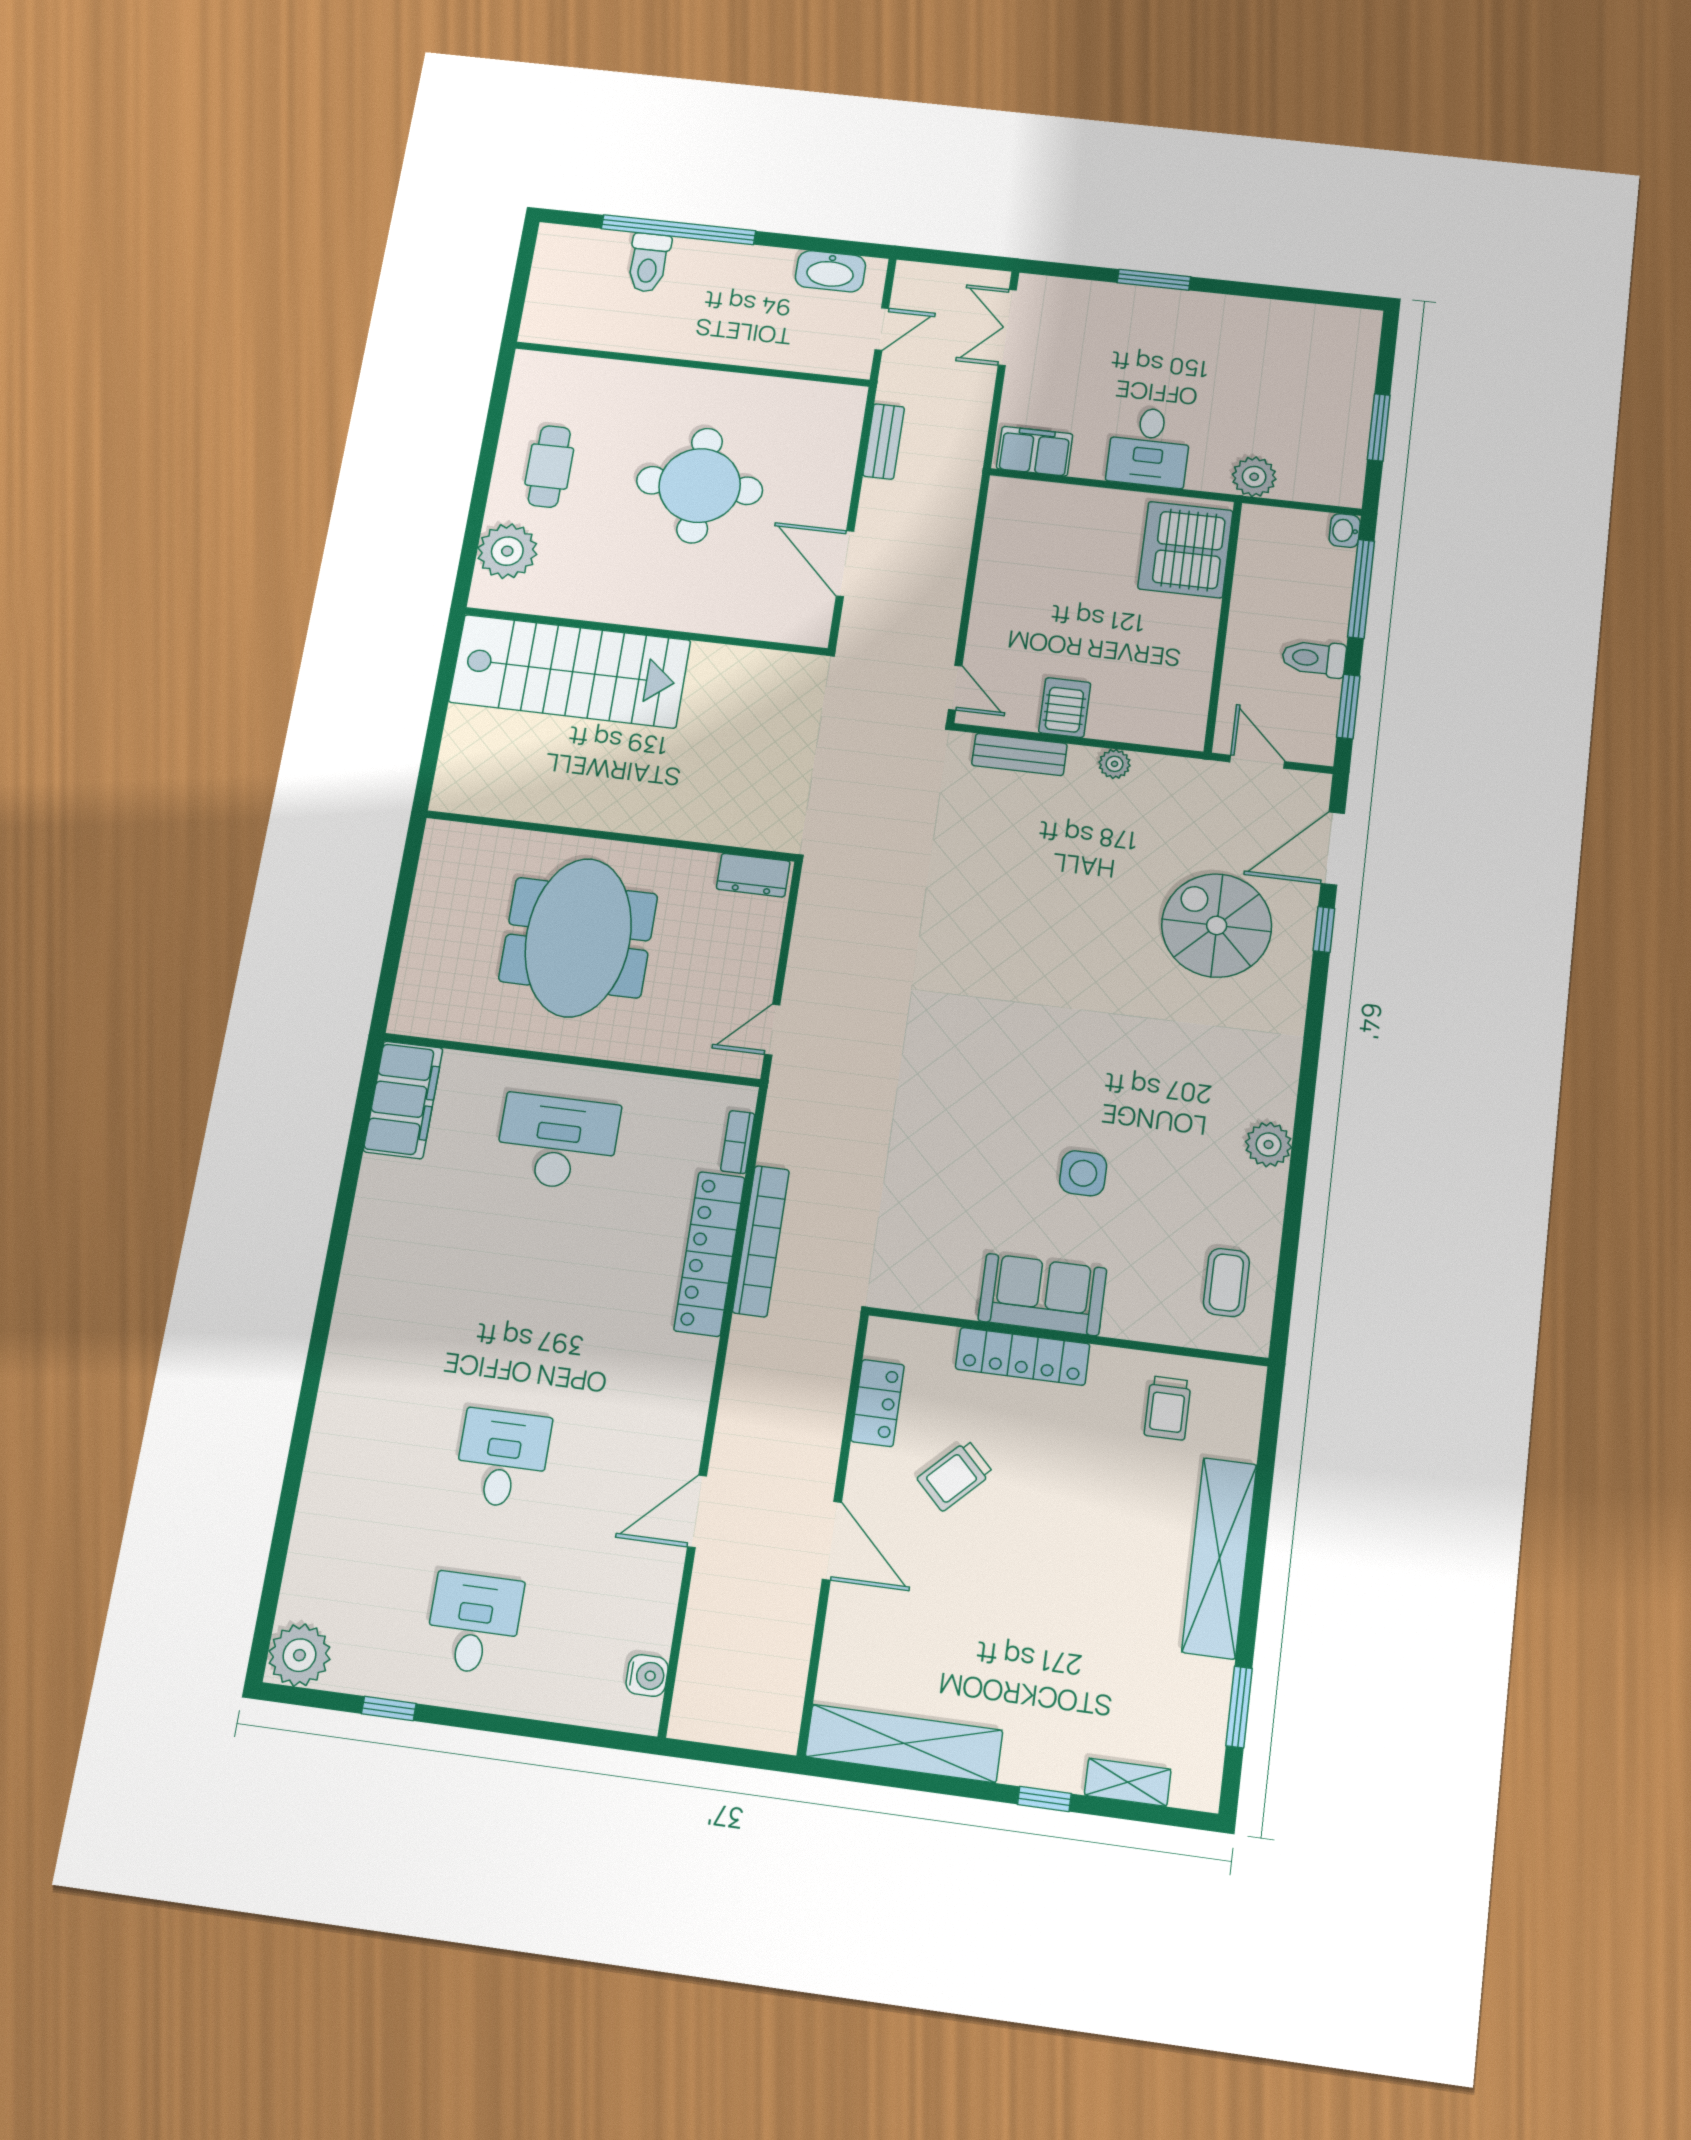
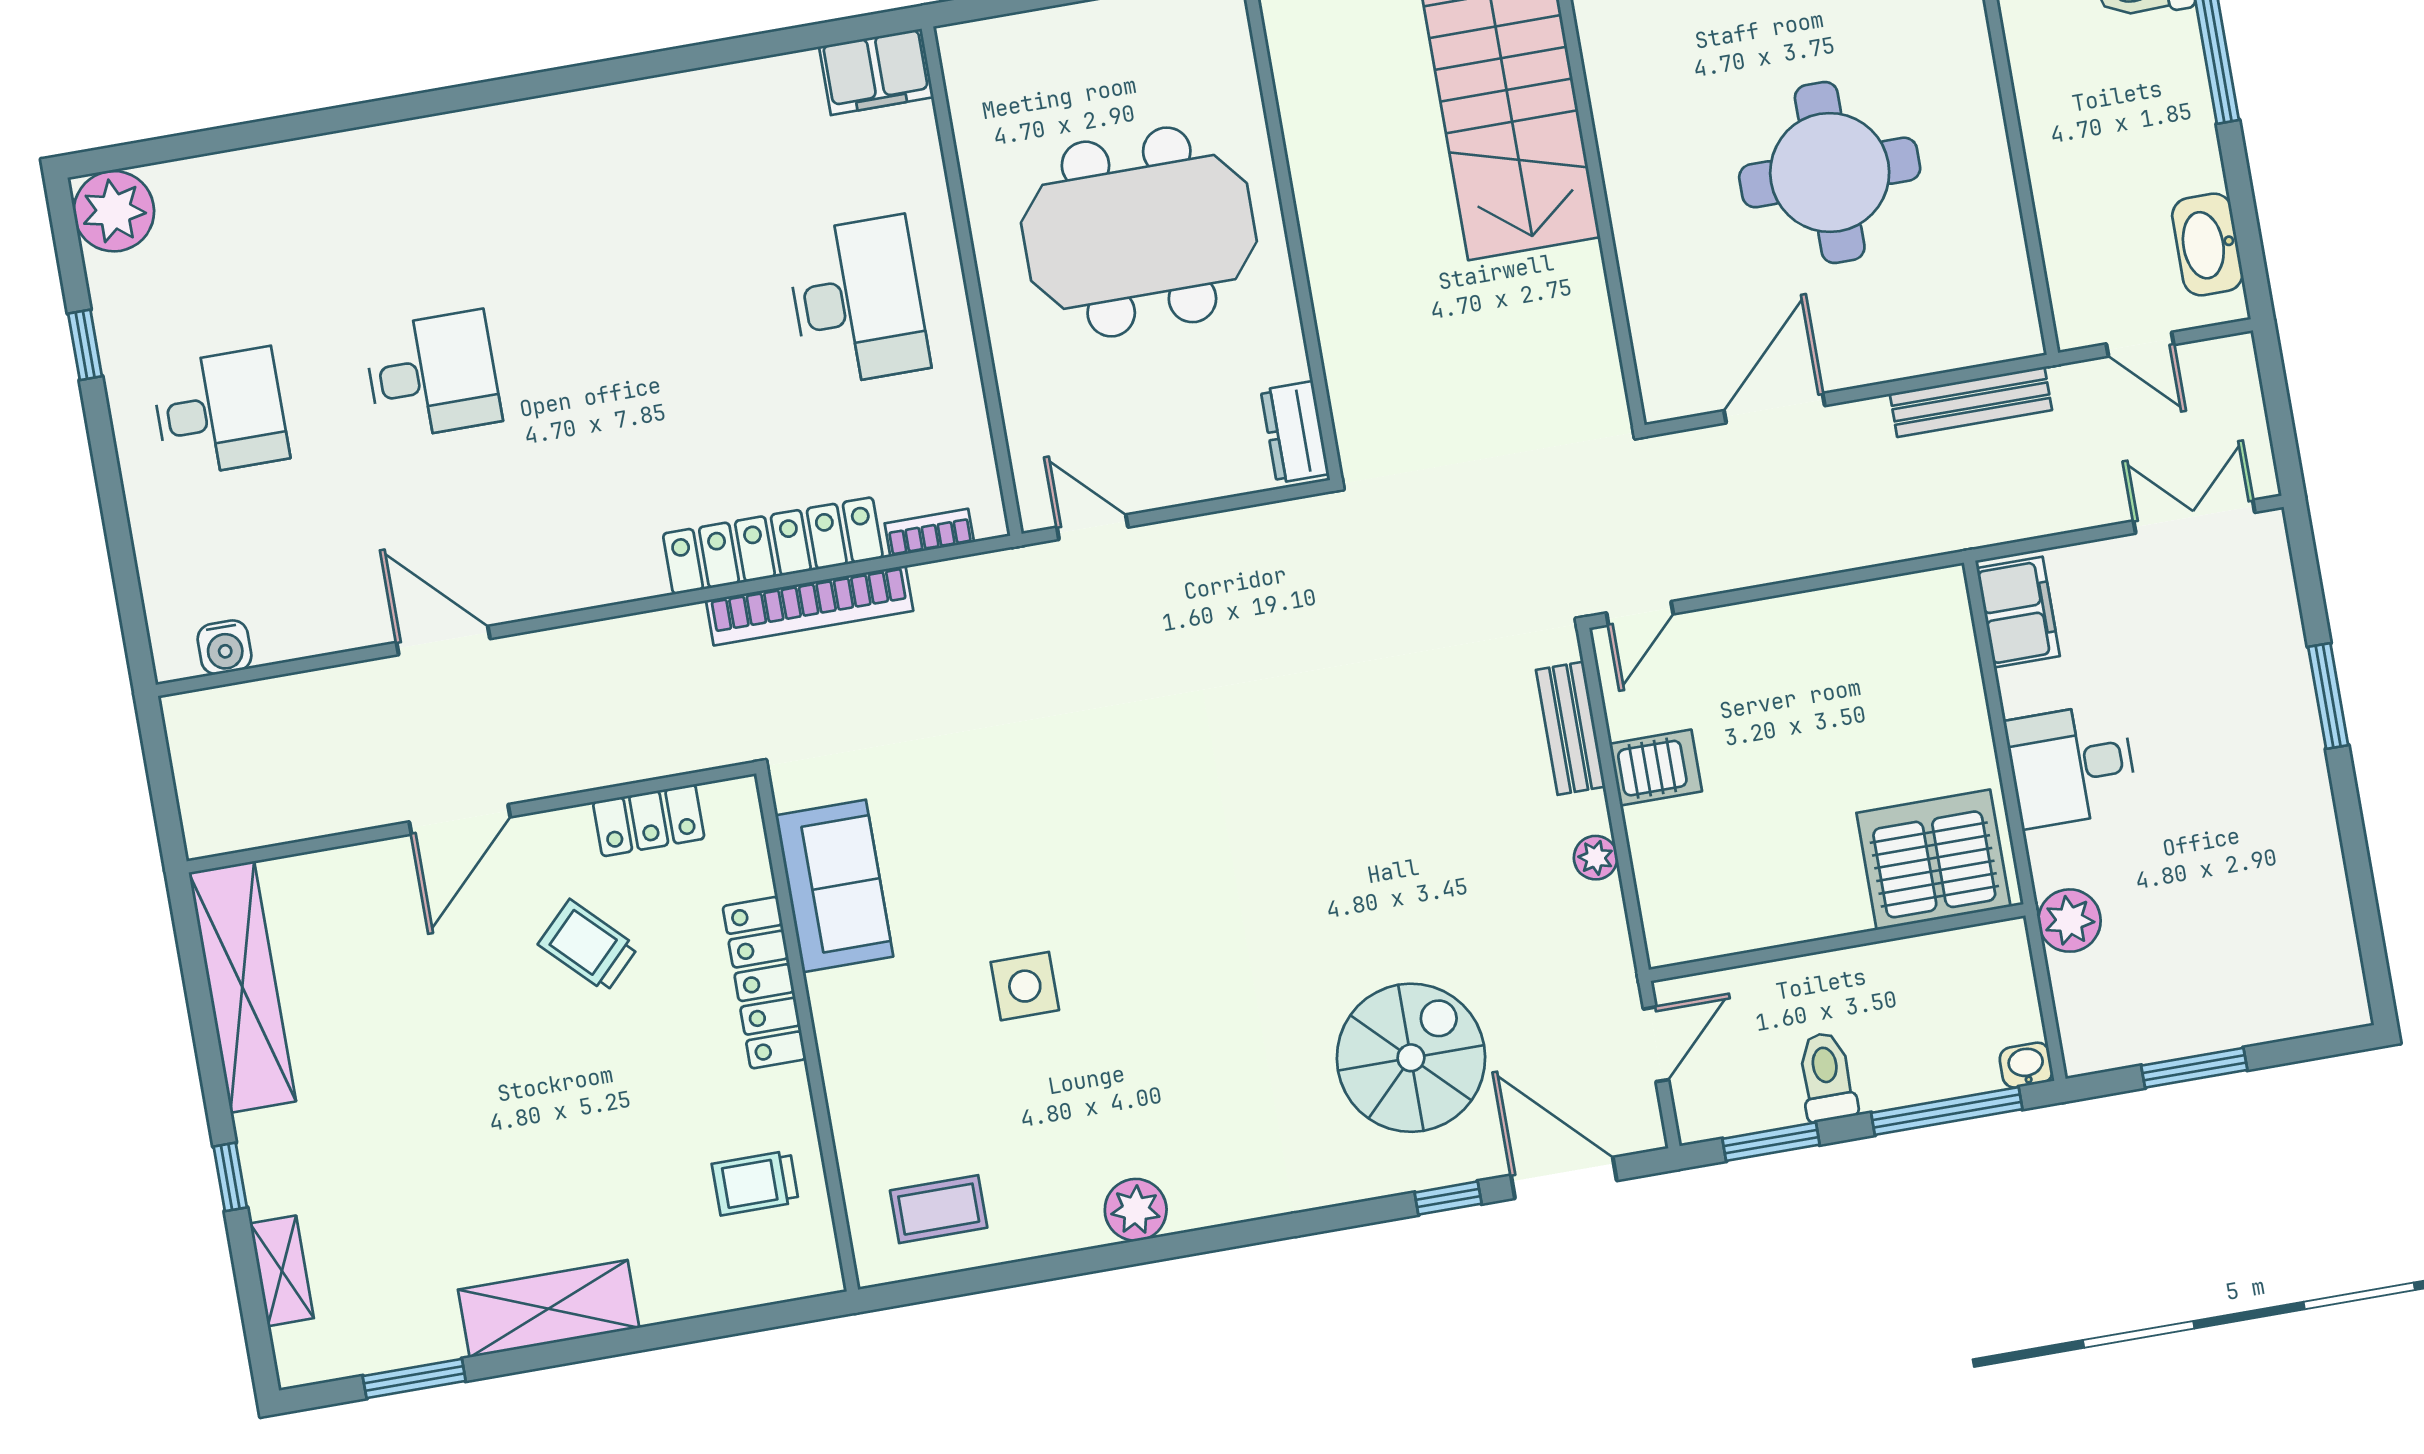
bench: (884, 441) -> (1971, 402), width x1.36
filing cabinet: (403, 1100) -> (876, 72), width x0.67, depth x0.86
sofa: (1042, 1295) -> (834, 886), moved
shelving: (1219, 1558) -> (549, 1309), width x0.68

